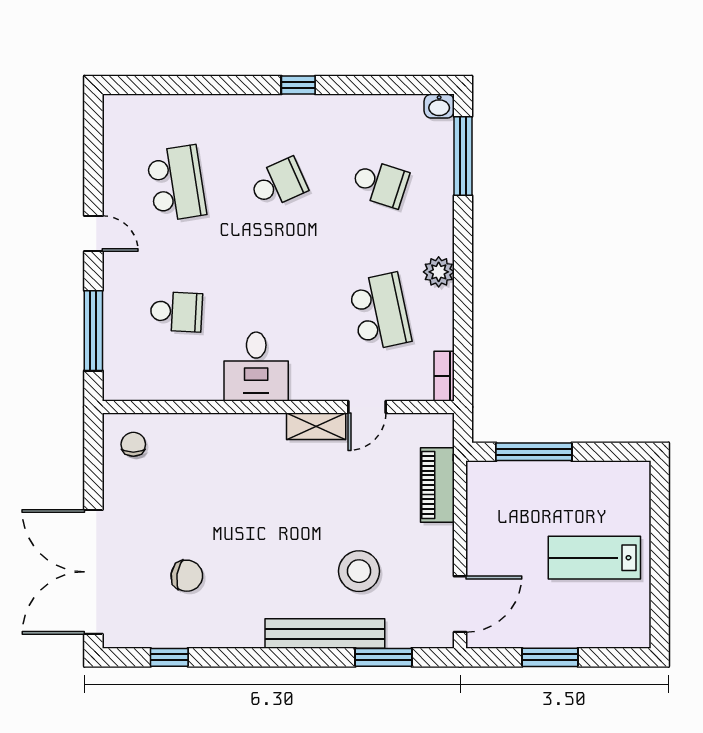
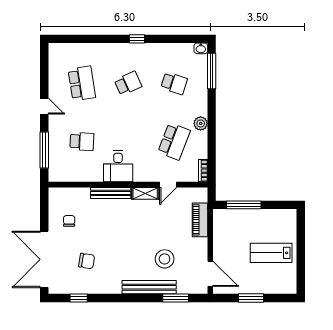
school desk: (380, 312) -> (174, 141), turned 33
bench: (240, 425) -> (111, 193), added
chair: (133, 444) -> (69, 221), moved
door: (460, 604) -> (210, 274), hinge flipped

